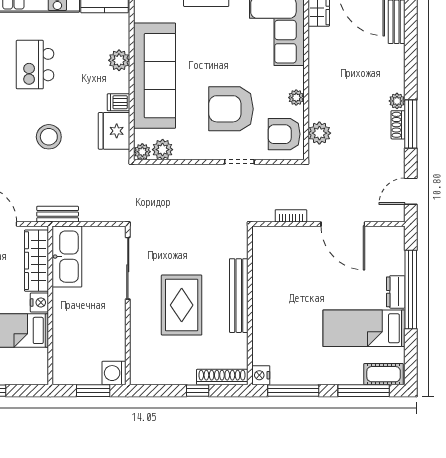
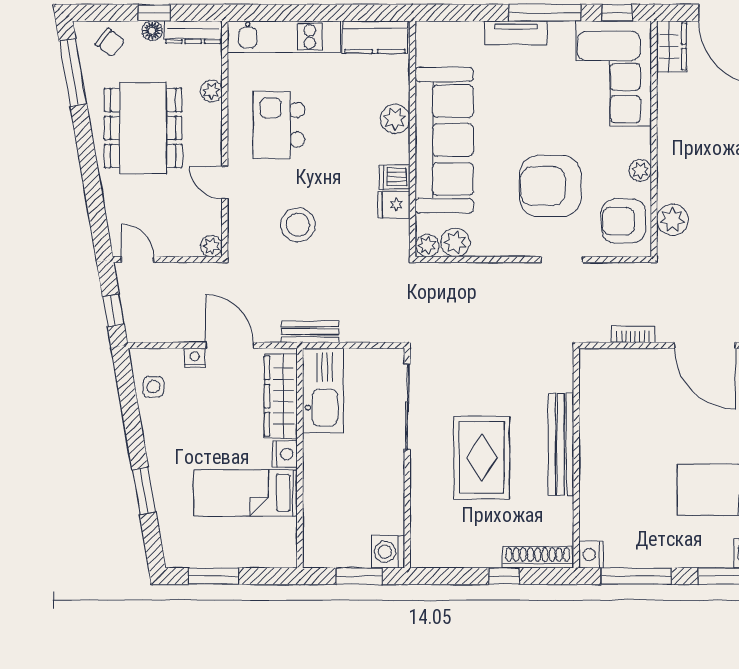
fridge: (114, 131) -> (394, 205), width x0.53, depth x0.75

